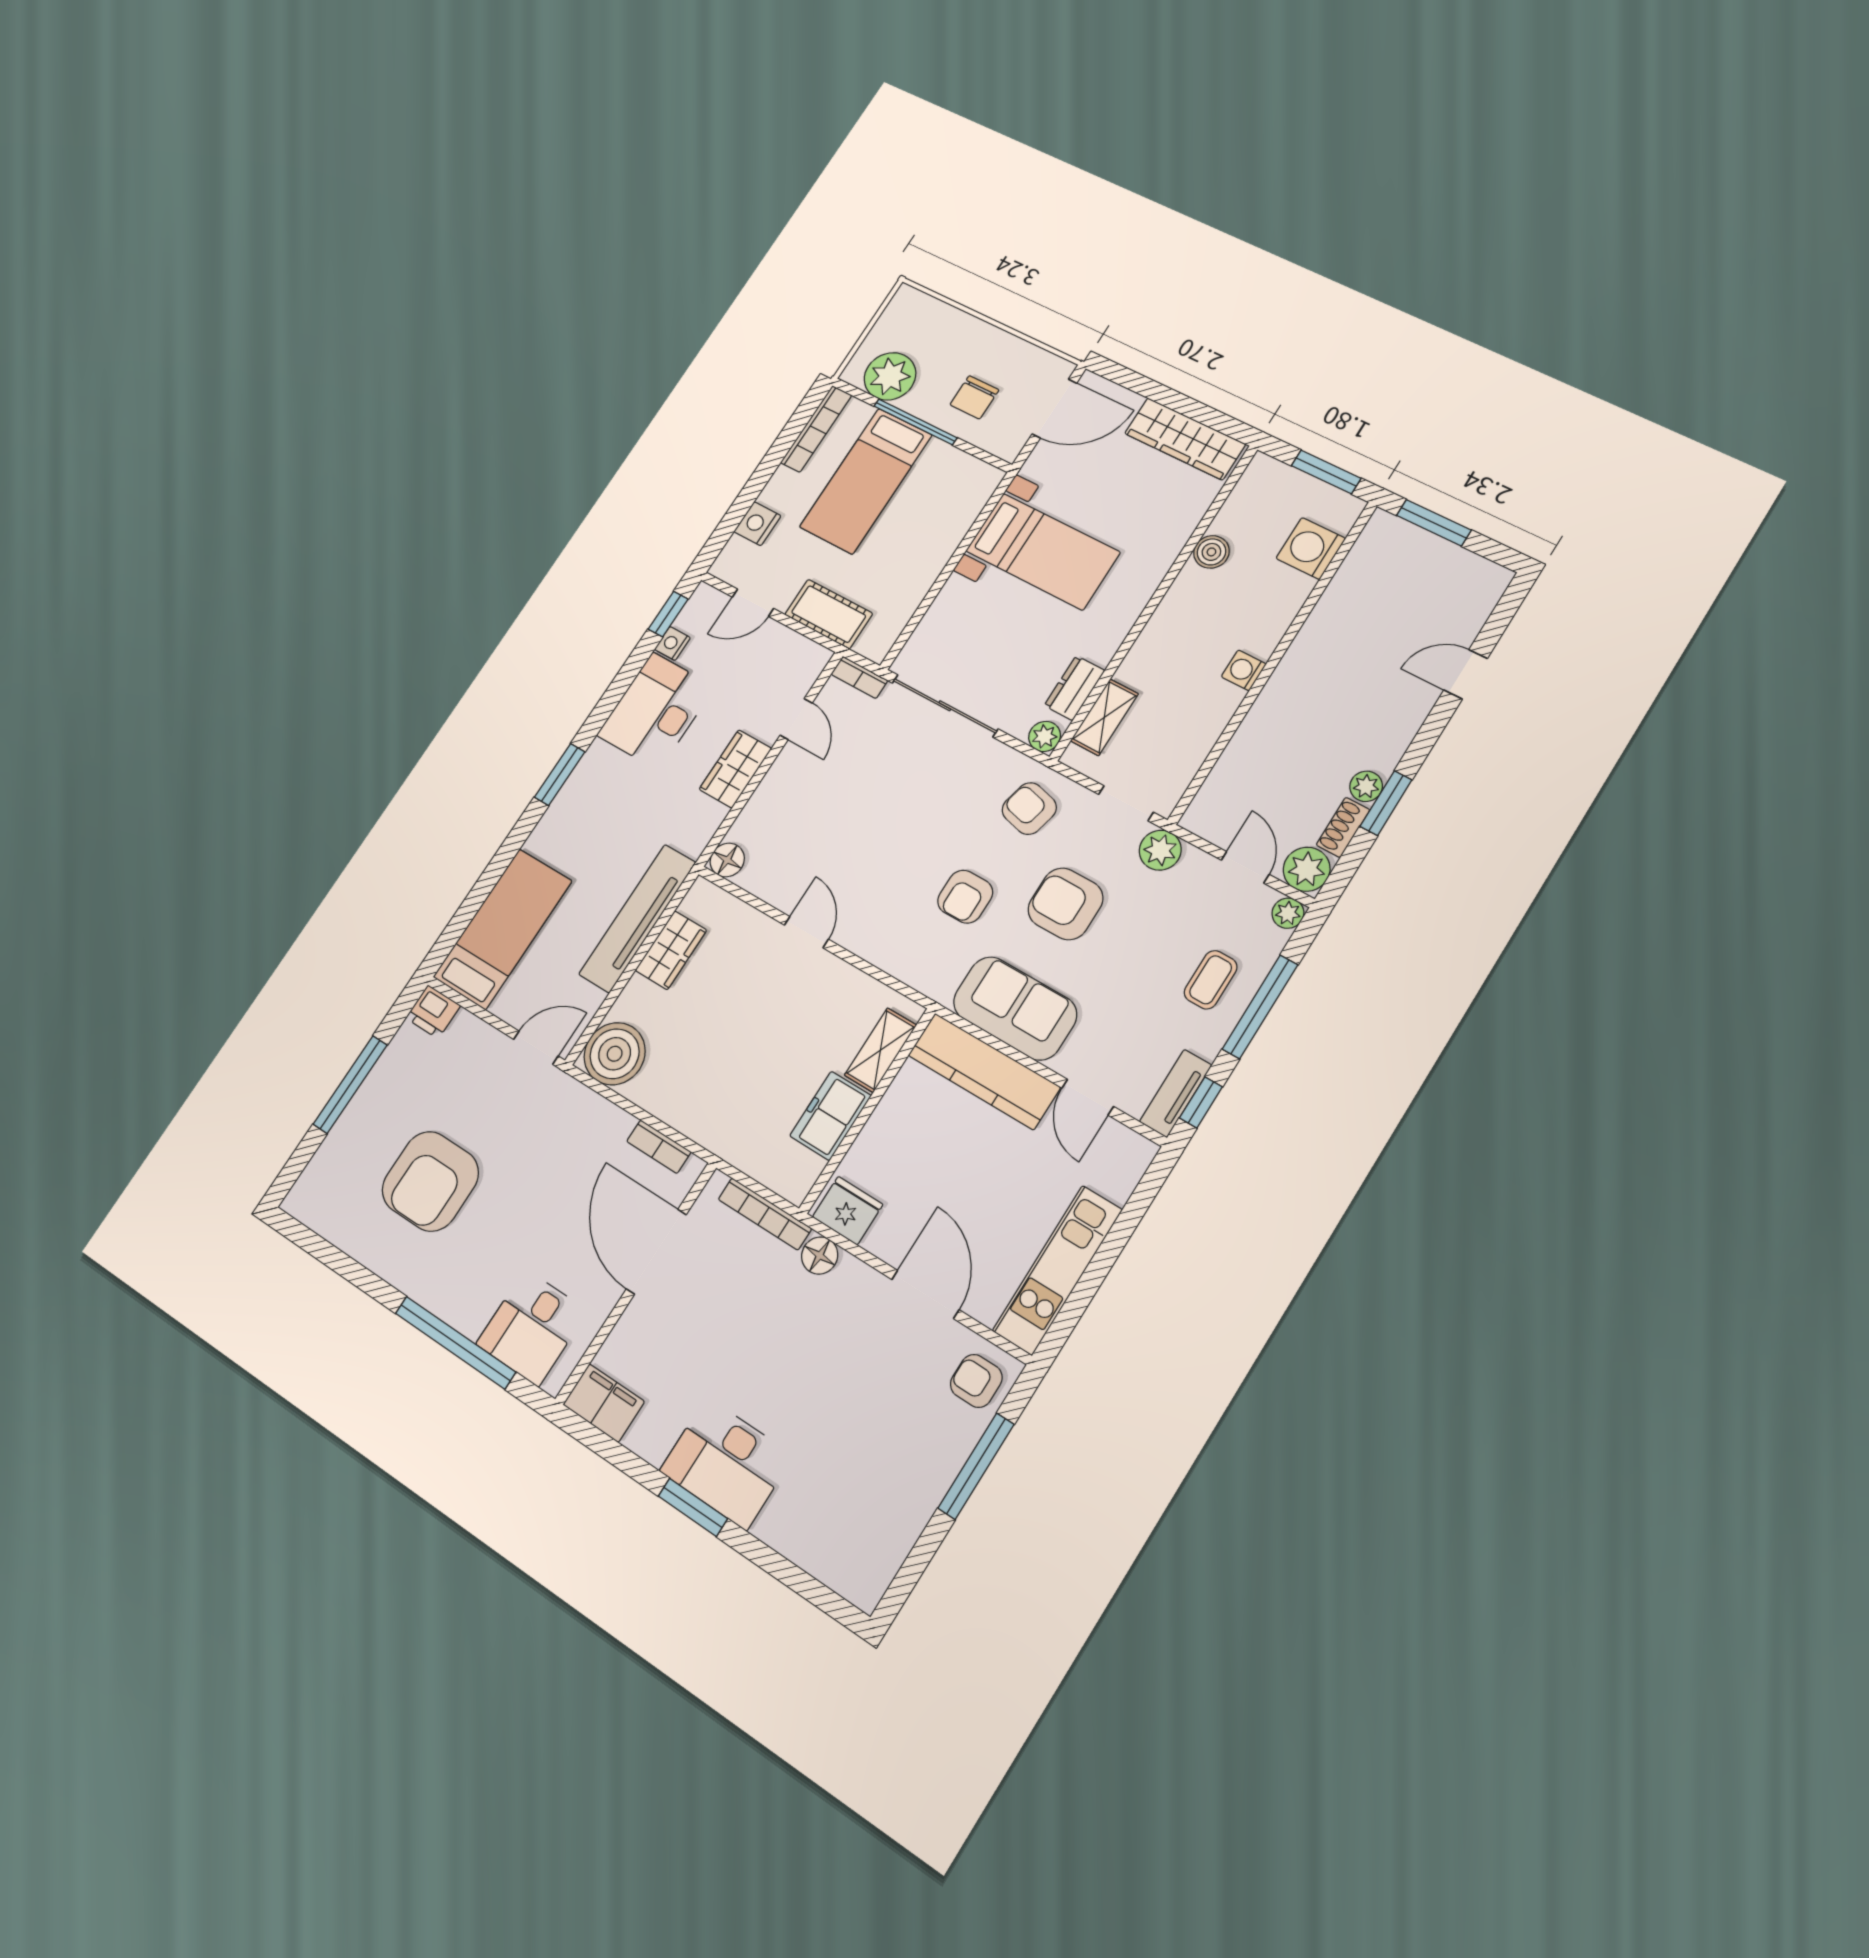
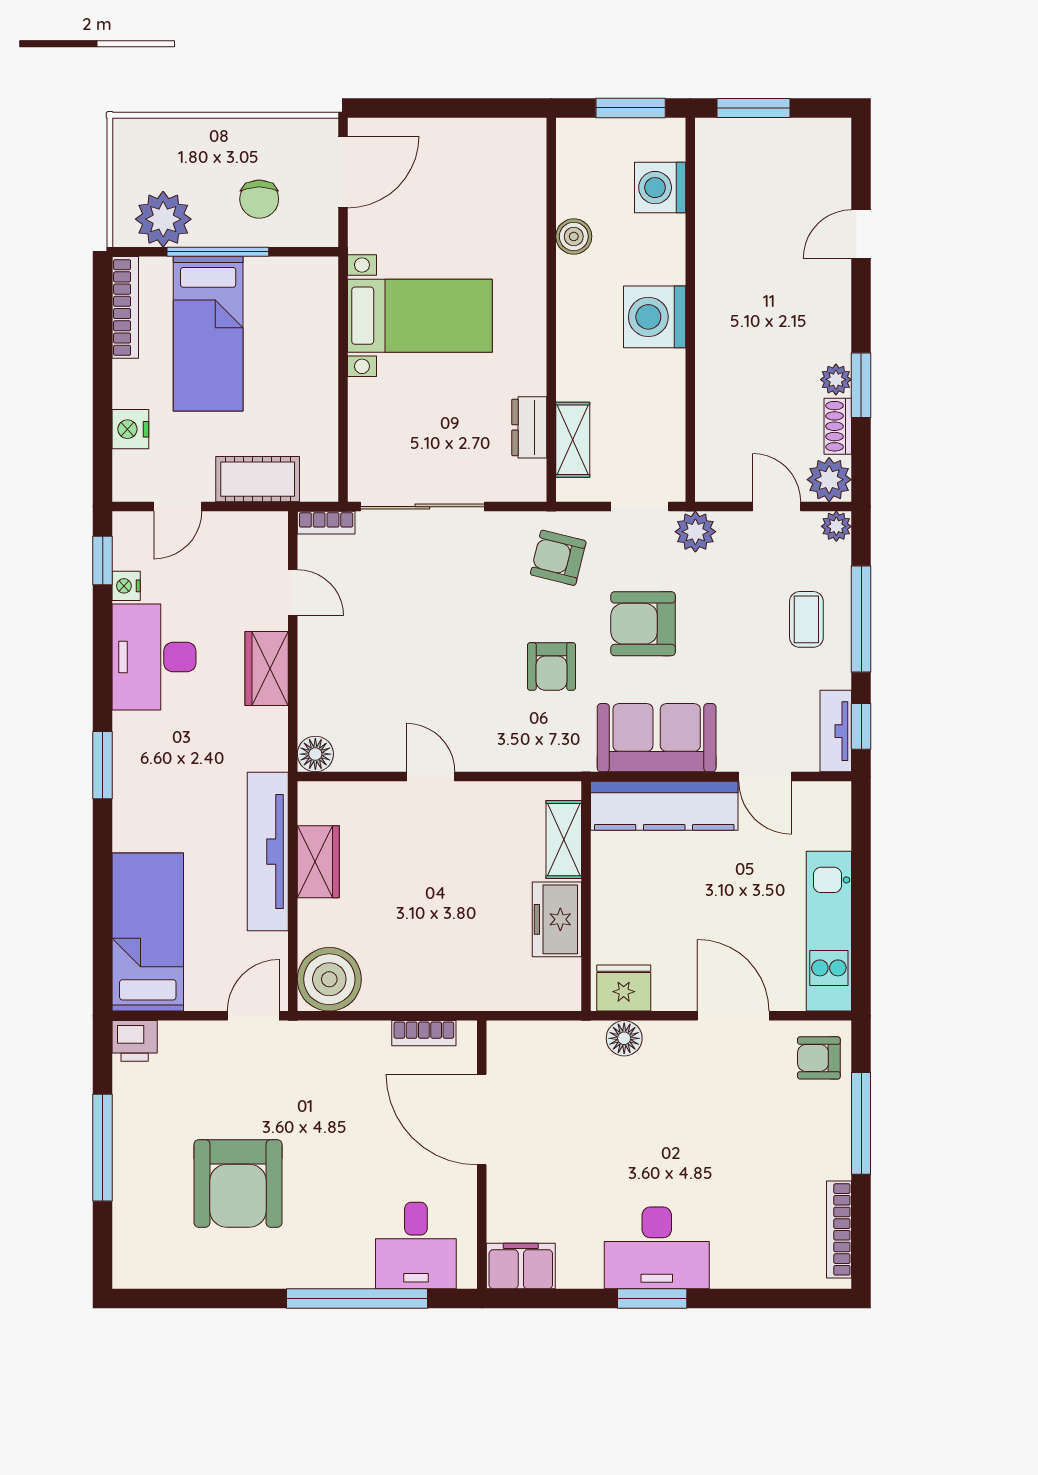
wardrobe: (1185, 439) -> (483, 140), removed
washing machine: (1244, 670) -> (655, 317), width x1.89, depth x1.89
plant: (1045, 736) -> (531, 486), removed
bookcase: (765, 1214) -> (839, 1229), moved, turned 90

